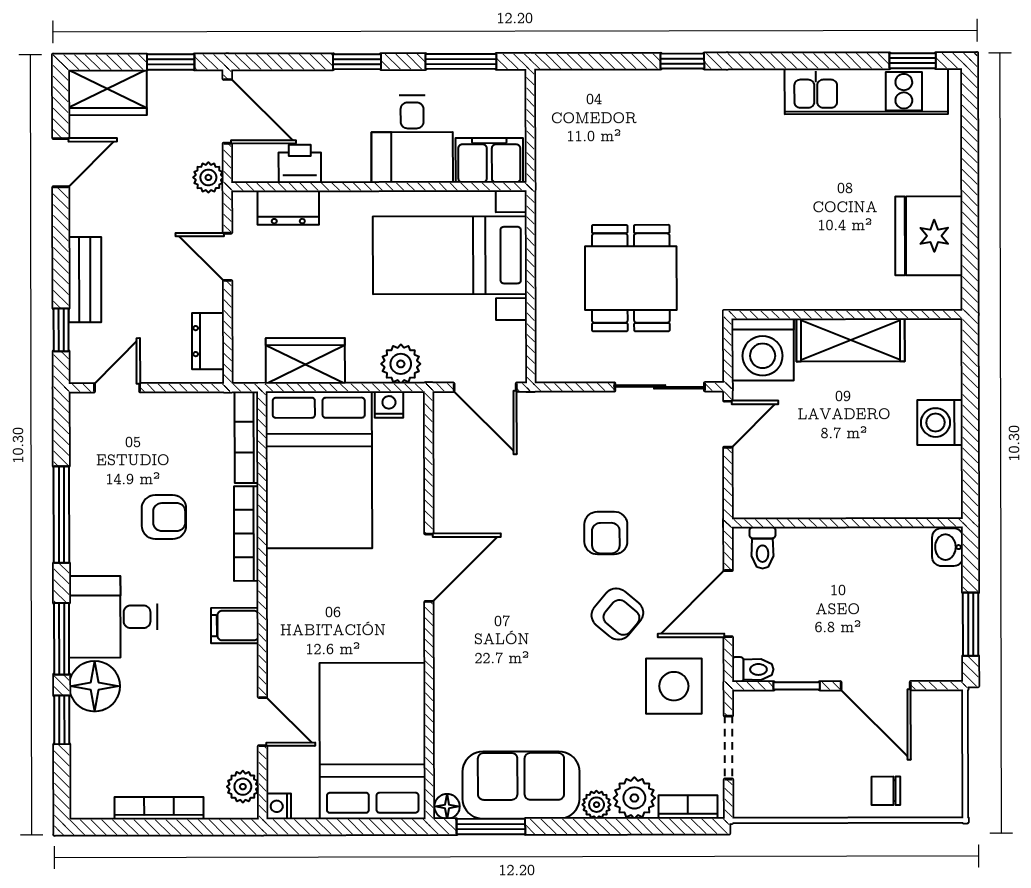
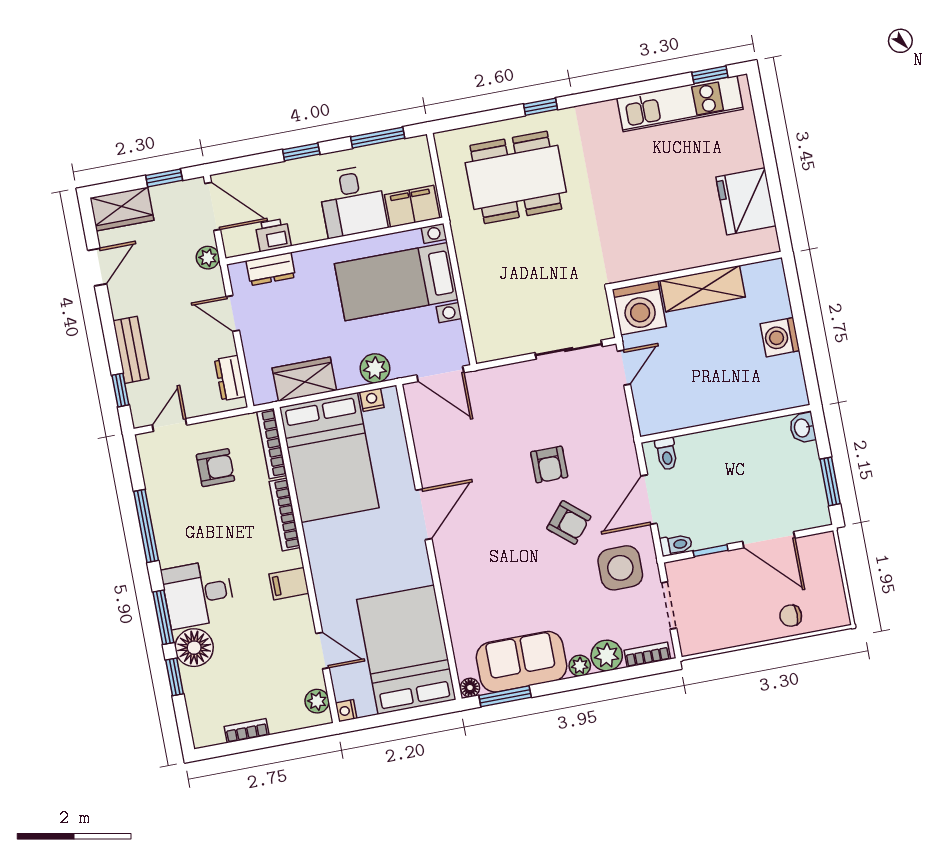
dining table: (631, 278) -> (516, 177), moved, width x1.38
armchair: (164, 517) -> (215, 468), moved
bookcase: (159, 808) -> (247, 731), width x0.64

